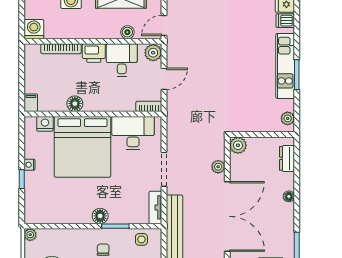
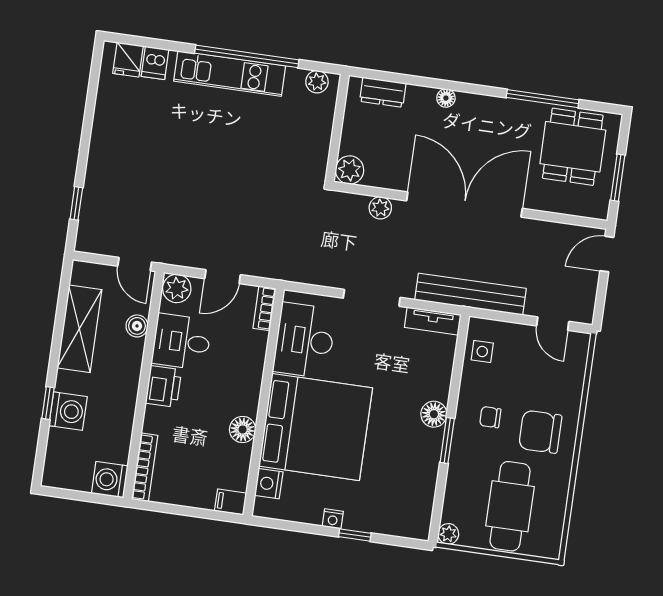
bookcase: (61, 49) -> (145, 467), moved
window: (297, 75) -> (247, 56), width x2.11
door: (164, 79) -> (223, 277), swing flipped
window: (115, 226) -> (447, 441), moved

